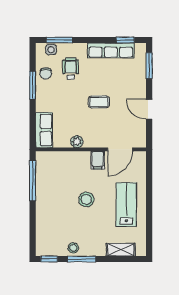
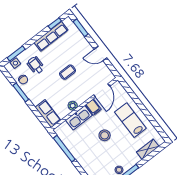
kitchen sink: (74, 160) -> (79, 118), added

